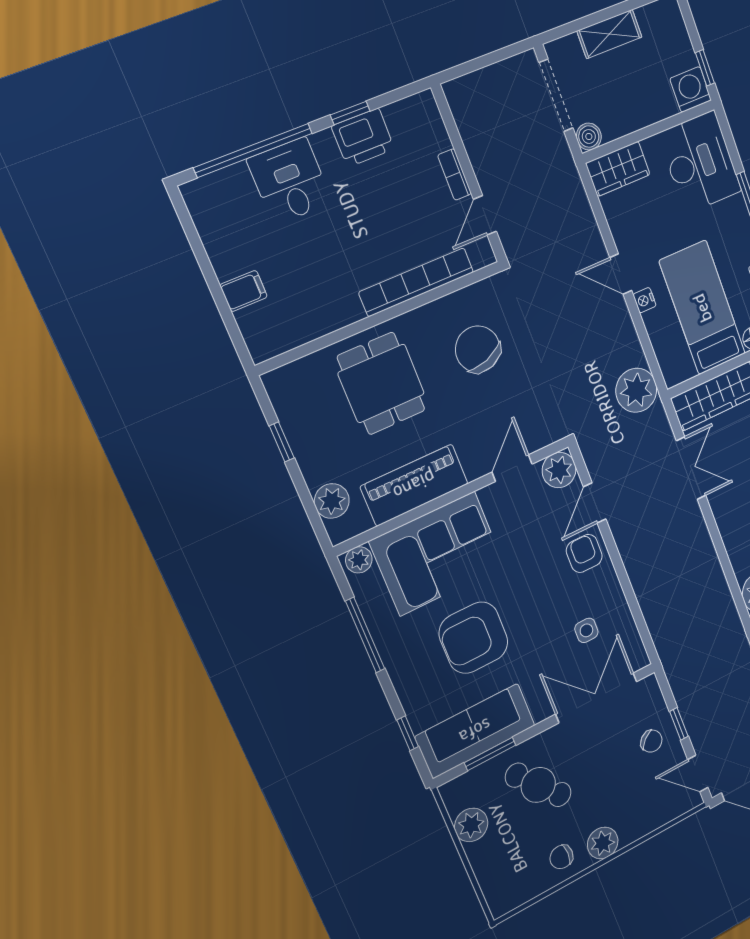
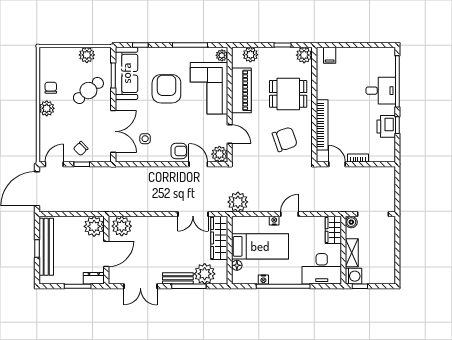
shelving: (610, 34) -> (352, 253), moved
filing cabinet: (244, 291) -> (330, 55), moved
plant: (284, 385) -> (304, 55), added

